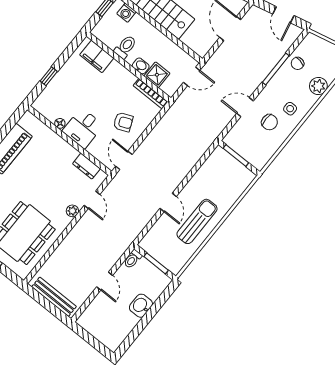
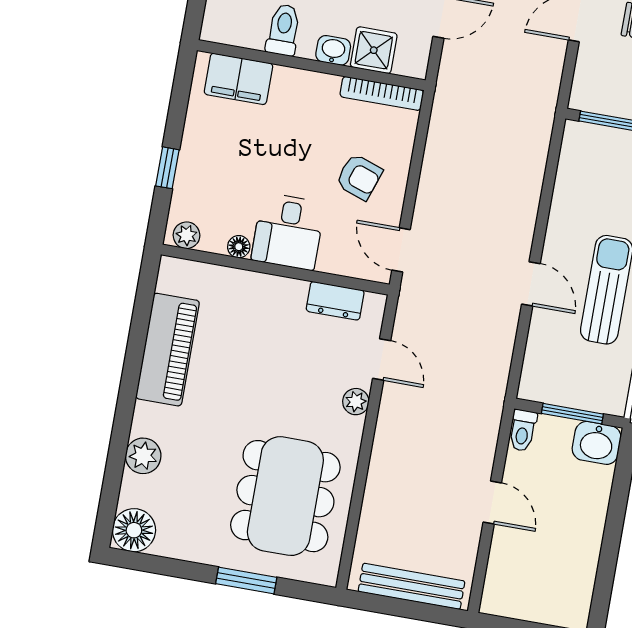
plant: (42, 107) -> (186, 235), added
armchair: (123, 122) -> (359, 177), turned 42
washbasin: (141, 306) -> (597, 443), moved, turned -90

